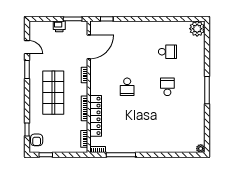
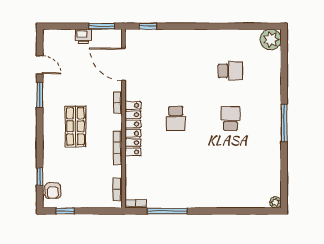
door: (89, 47) -> (124, 64), swing flipped
shop shelf: (53, 93) -> (75, 126), width x0.70, depth x0.74
locker: (96, 116) -> (133, 129), moved

